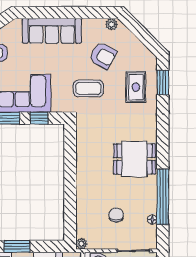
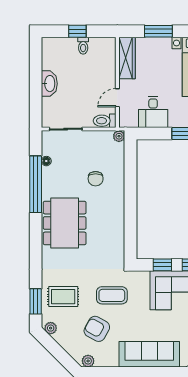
plant: (148, 56) -> (51, 328), added
rug: (136, 87) -> (63, 297), turned 90
dining table: (134, 159) -> (65, 223), width x1.38
chair: (116, 215) -> (96, 179), moved

